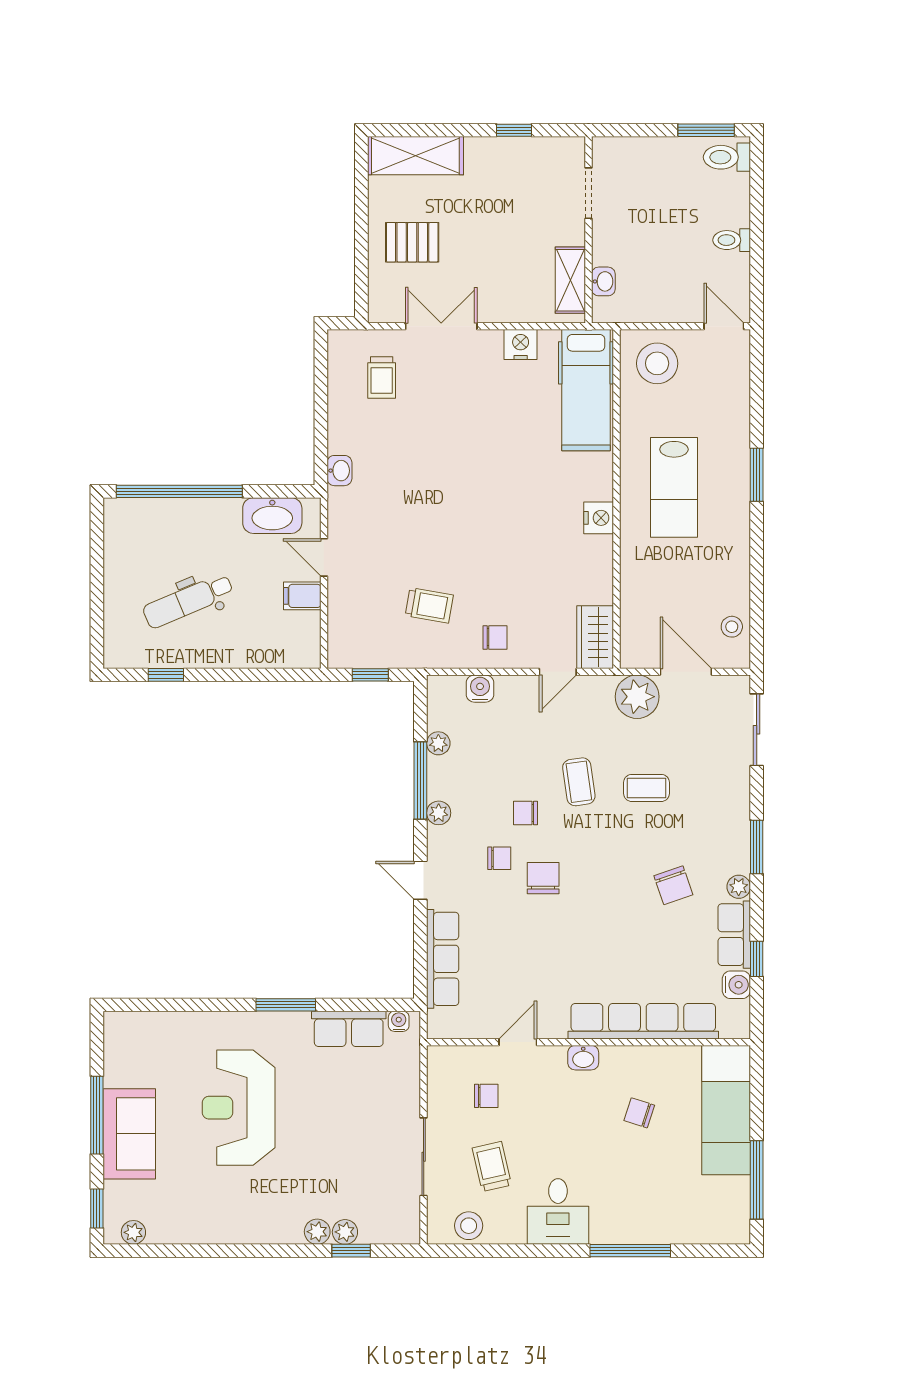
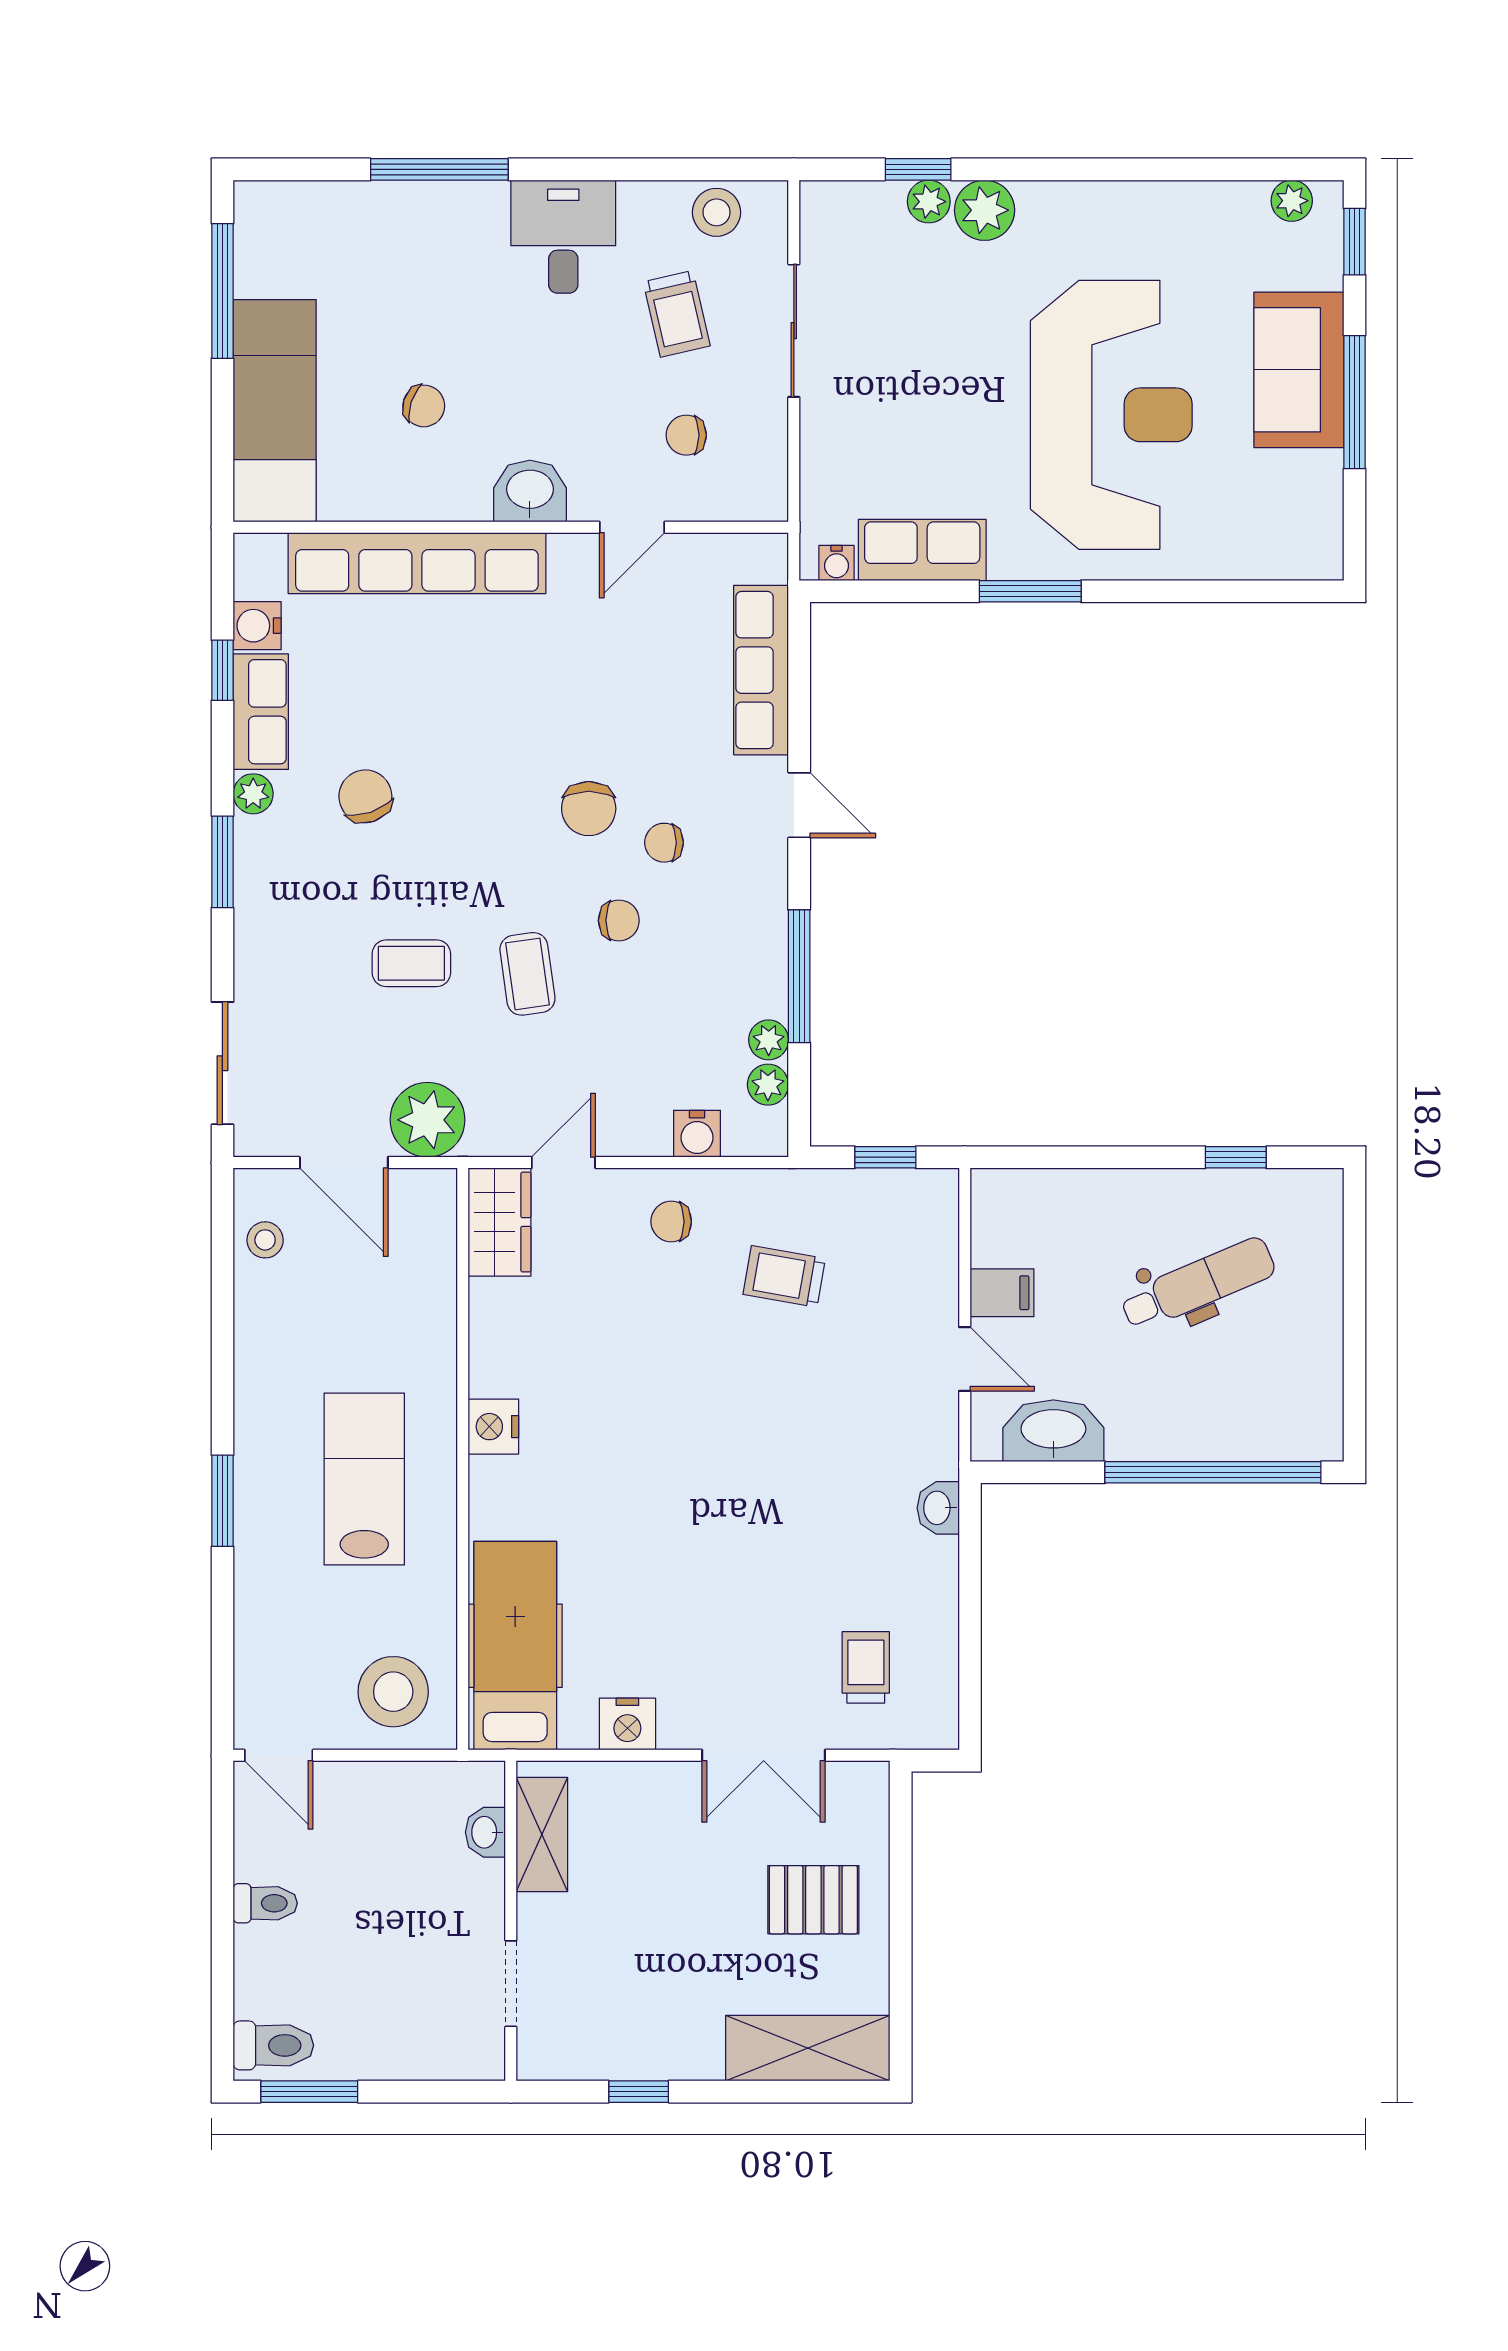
plant: (439, 813) -> (768, 1085), moved
washbasin: (583, 1058) -> (530, 491), width x1.38, depth x1.45
reception desk: (239, 1108) -> (1111, 415), width x1.36, depth x1.30
plant: (317, 1232) -> (985, 210), width x1.38, depth x1.38

